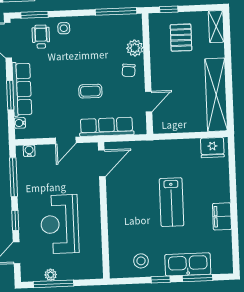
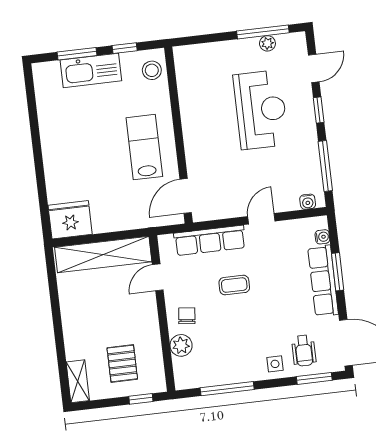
window: (116, 11) -> (227, 389), moved
shelving: (216, 95) -> (103, 254), moved, turned 90
fridge: (212, 148) -> (70, 220), width x1.36, depth x1.34
door: (102, 163) -> (186, 196), moved
lab bench: (172, 202) -> (144, 147), moved
wall: (104, 210) -> (178, 135), moved
filing cabinet: (222, 216) -> (51, 136), removed

